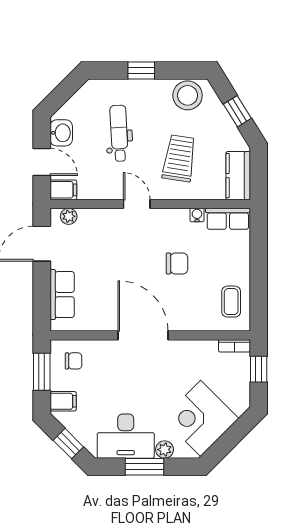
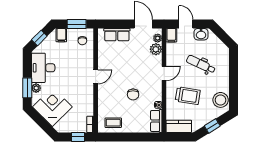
window: (141, 70) -> (234, 76), removed
dental chair: (119, 133) -> (201, 64), turned -152
door: (42, 162) -> (186, 24), swing flipped
plant: (90, 220) -> (156, 49), added
door: (143, 335) -> (96, 77), width x0.53
window: (144, 467) -> (27, 88), moved

